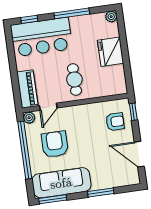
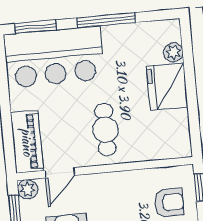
plant: (111, 17) -> (173, 52), moved
window: (29, 19) -> (35, 27), width x1.50

